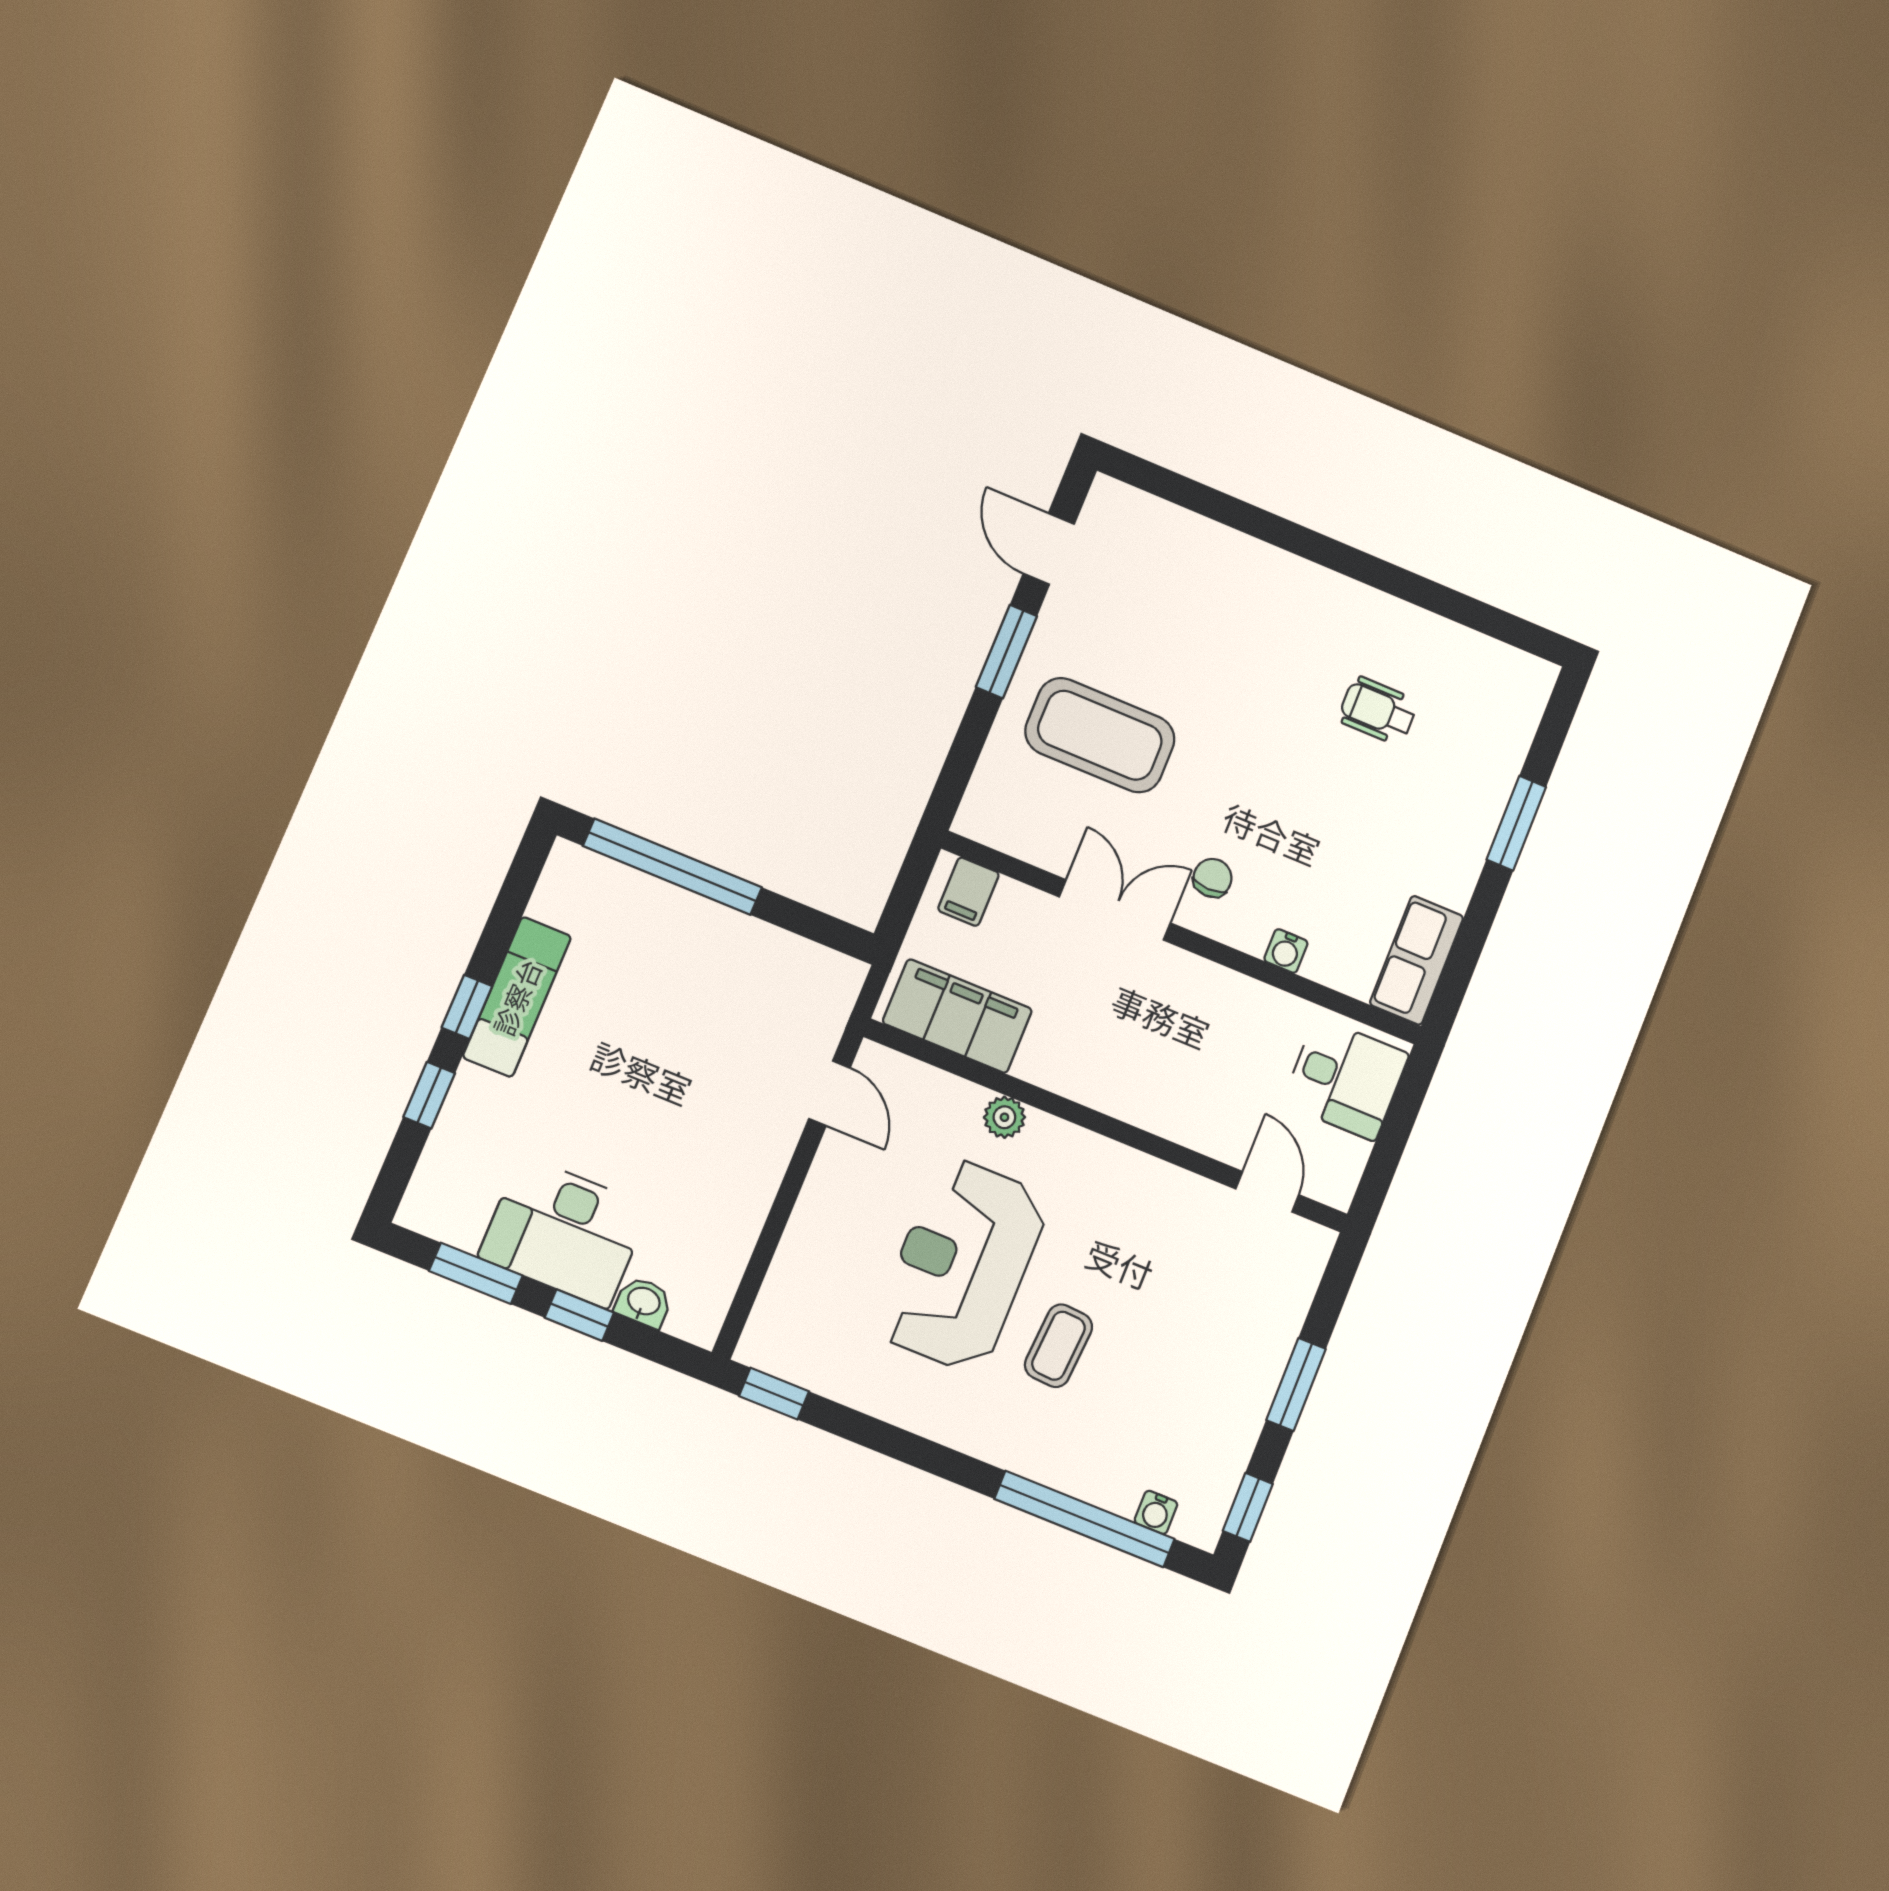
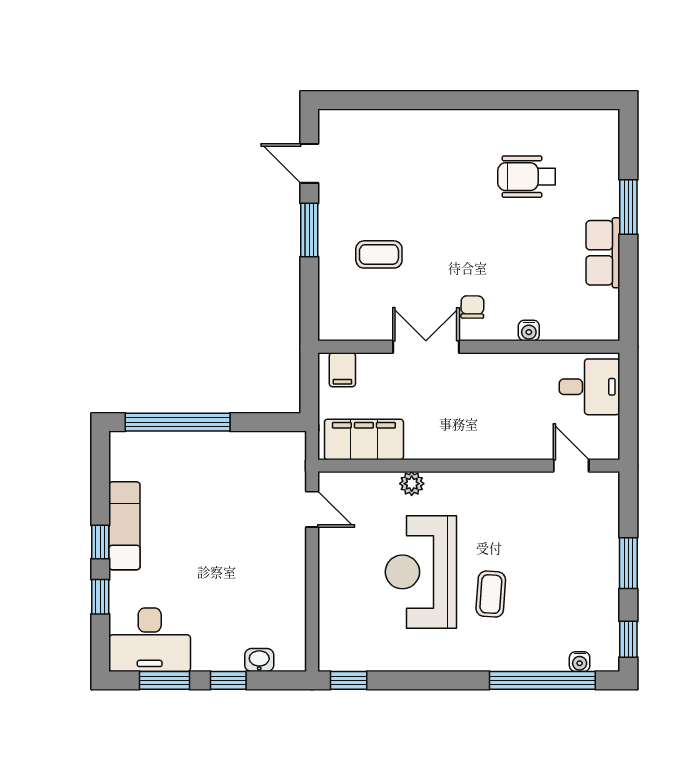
wheelchair: (1378, 711) -> (527, 177), width x1.36, depth x1.37
coffee table: (1100, 735) -> (379, 254), width x0.54, depth x0.58
row of seats: (1417, 960) -> (603, 253), moved
desk: (564, 1232) -> (150, 640), moved

